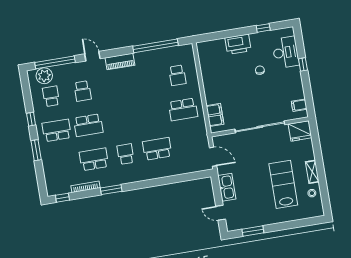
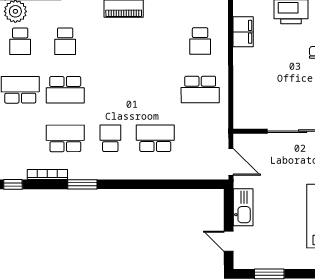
school desk: (51, 96) -> (20, 41), turned 180
filing cabinet: (215, 115) -> (243, 32), moved

